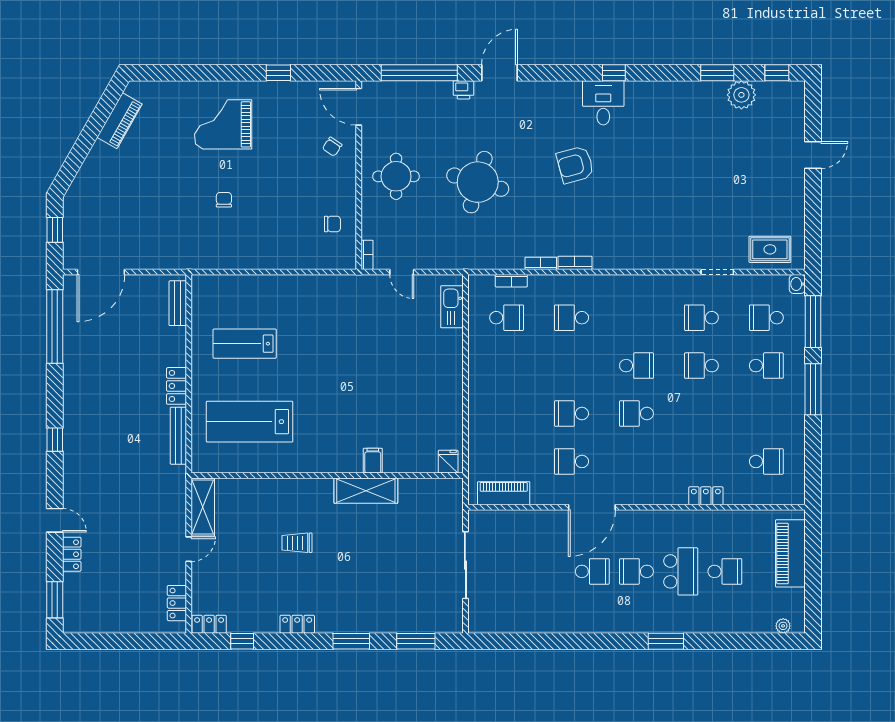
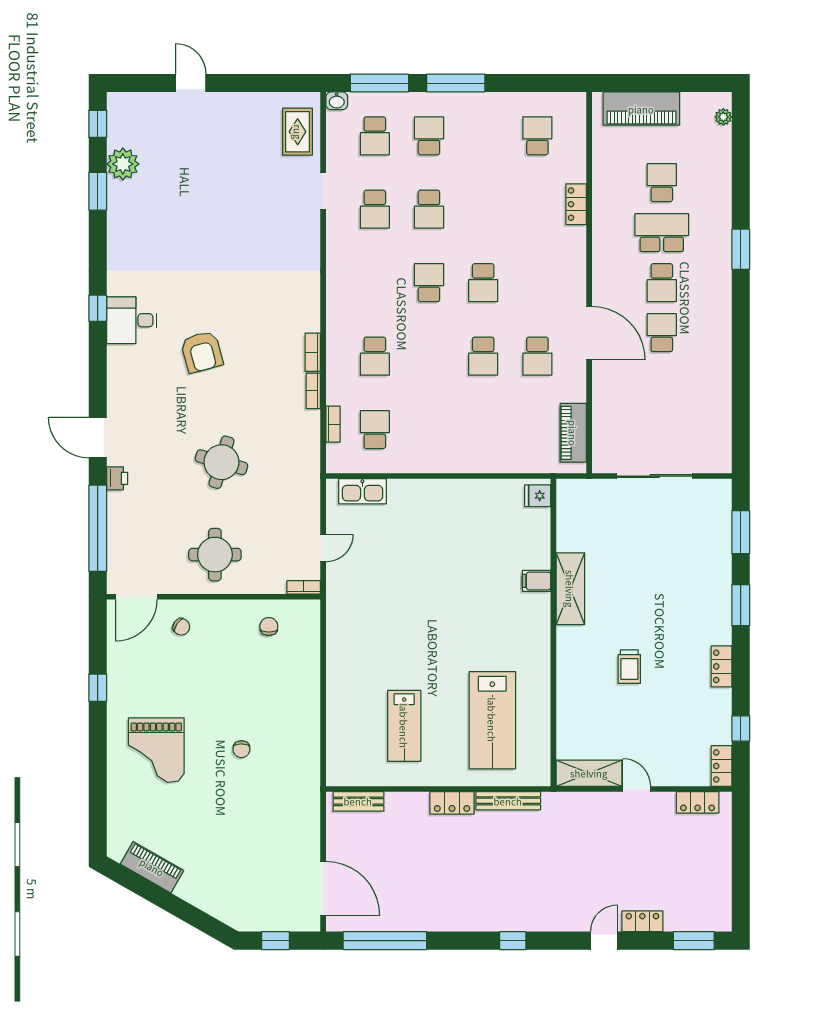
round table: (478, 182) -> (221, 462), width x0.73, depth x0.73
chair: (224, 200) -> (241, 749), turned -90

